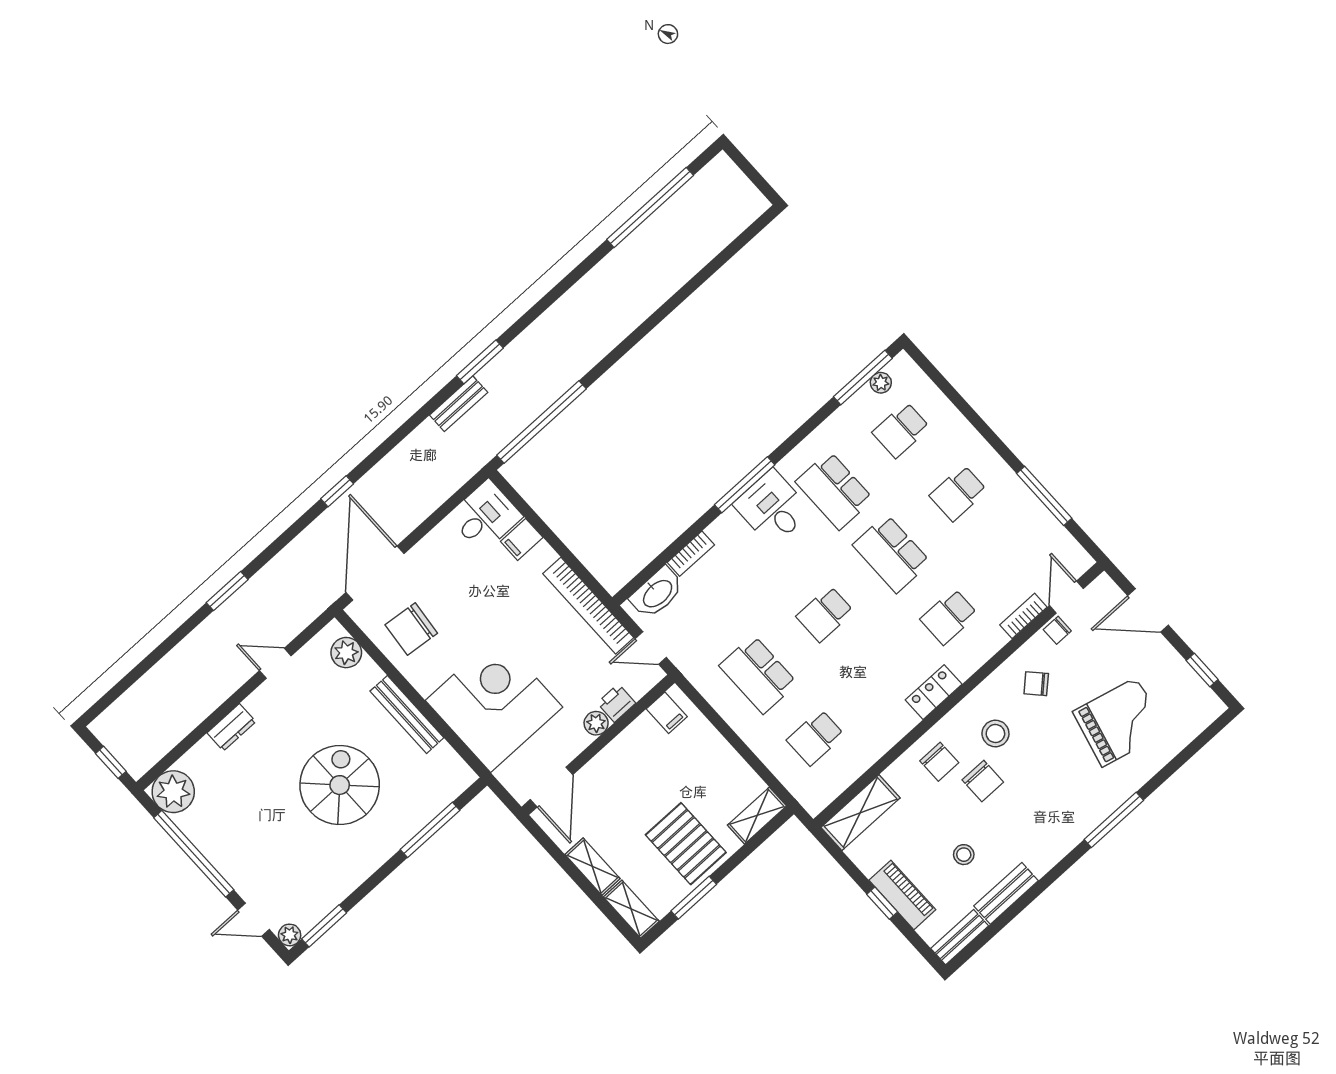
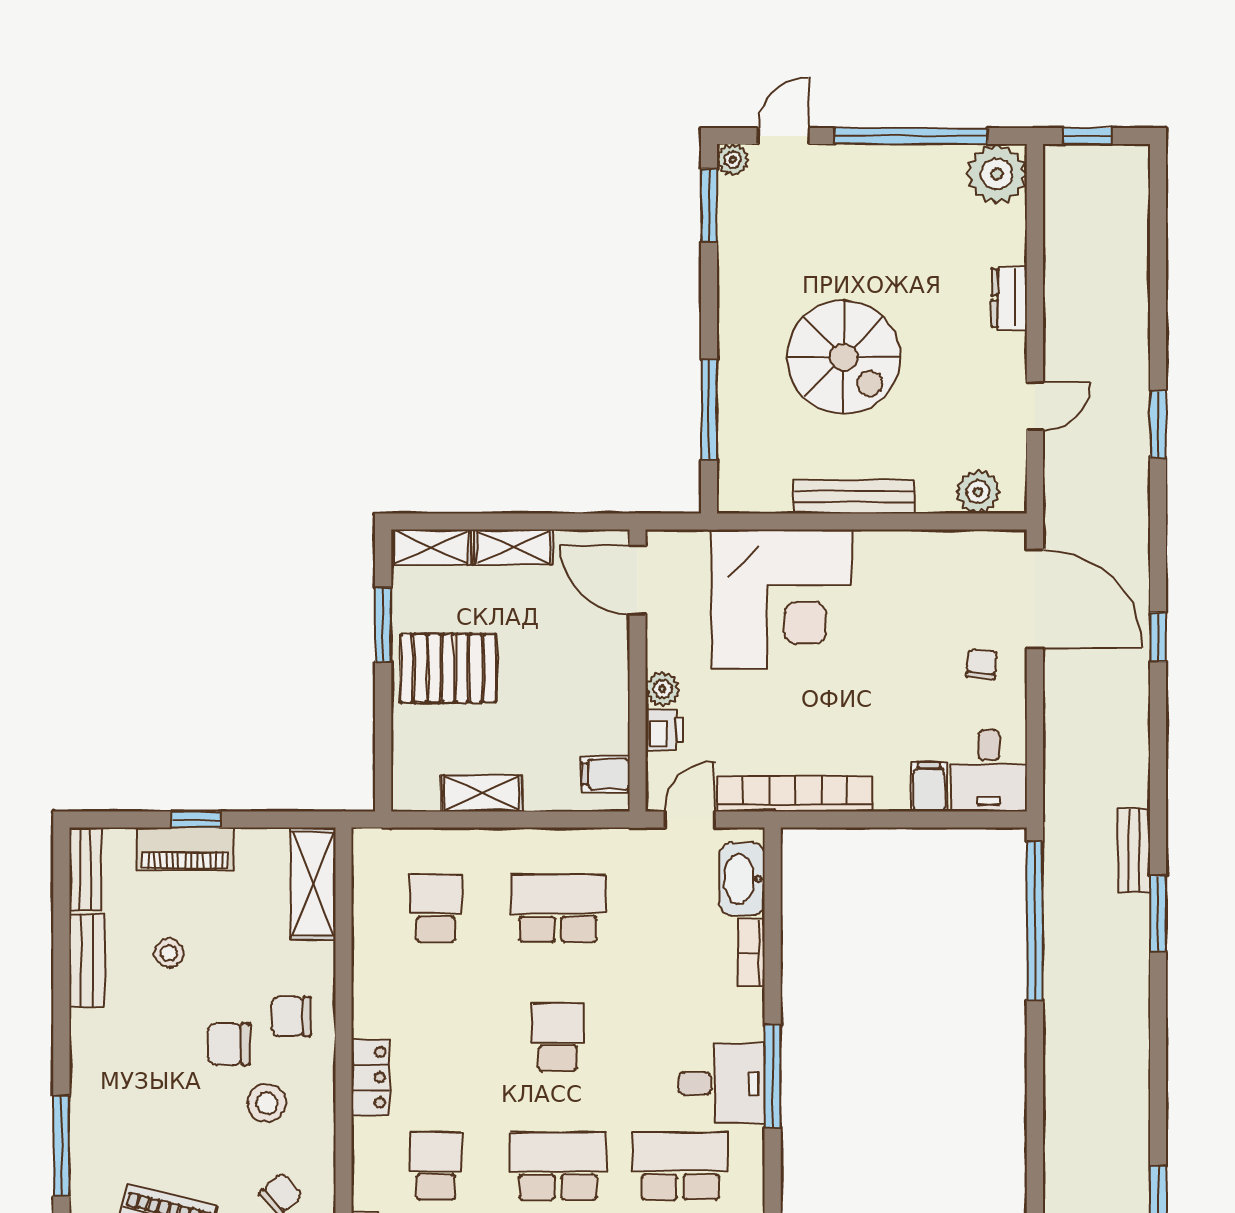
chair: (411, 629) -> (982, 664), moved, width x0.54, depth x0.54
shelving: (757, 816) -> (482, 793), moved, turned 90

